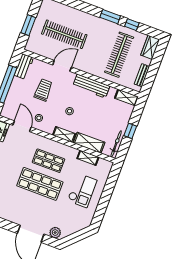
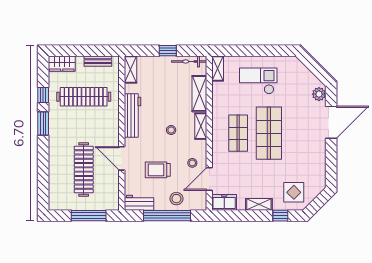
window: (28, 25) -> (89, 216), width x1.44
stool: (16, 96) -> (176, 199), added
shelving: (88, 158) -> (218, 69), moved

